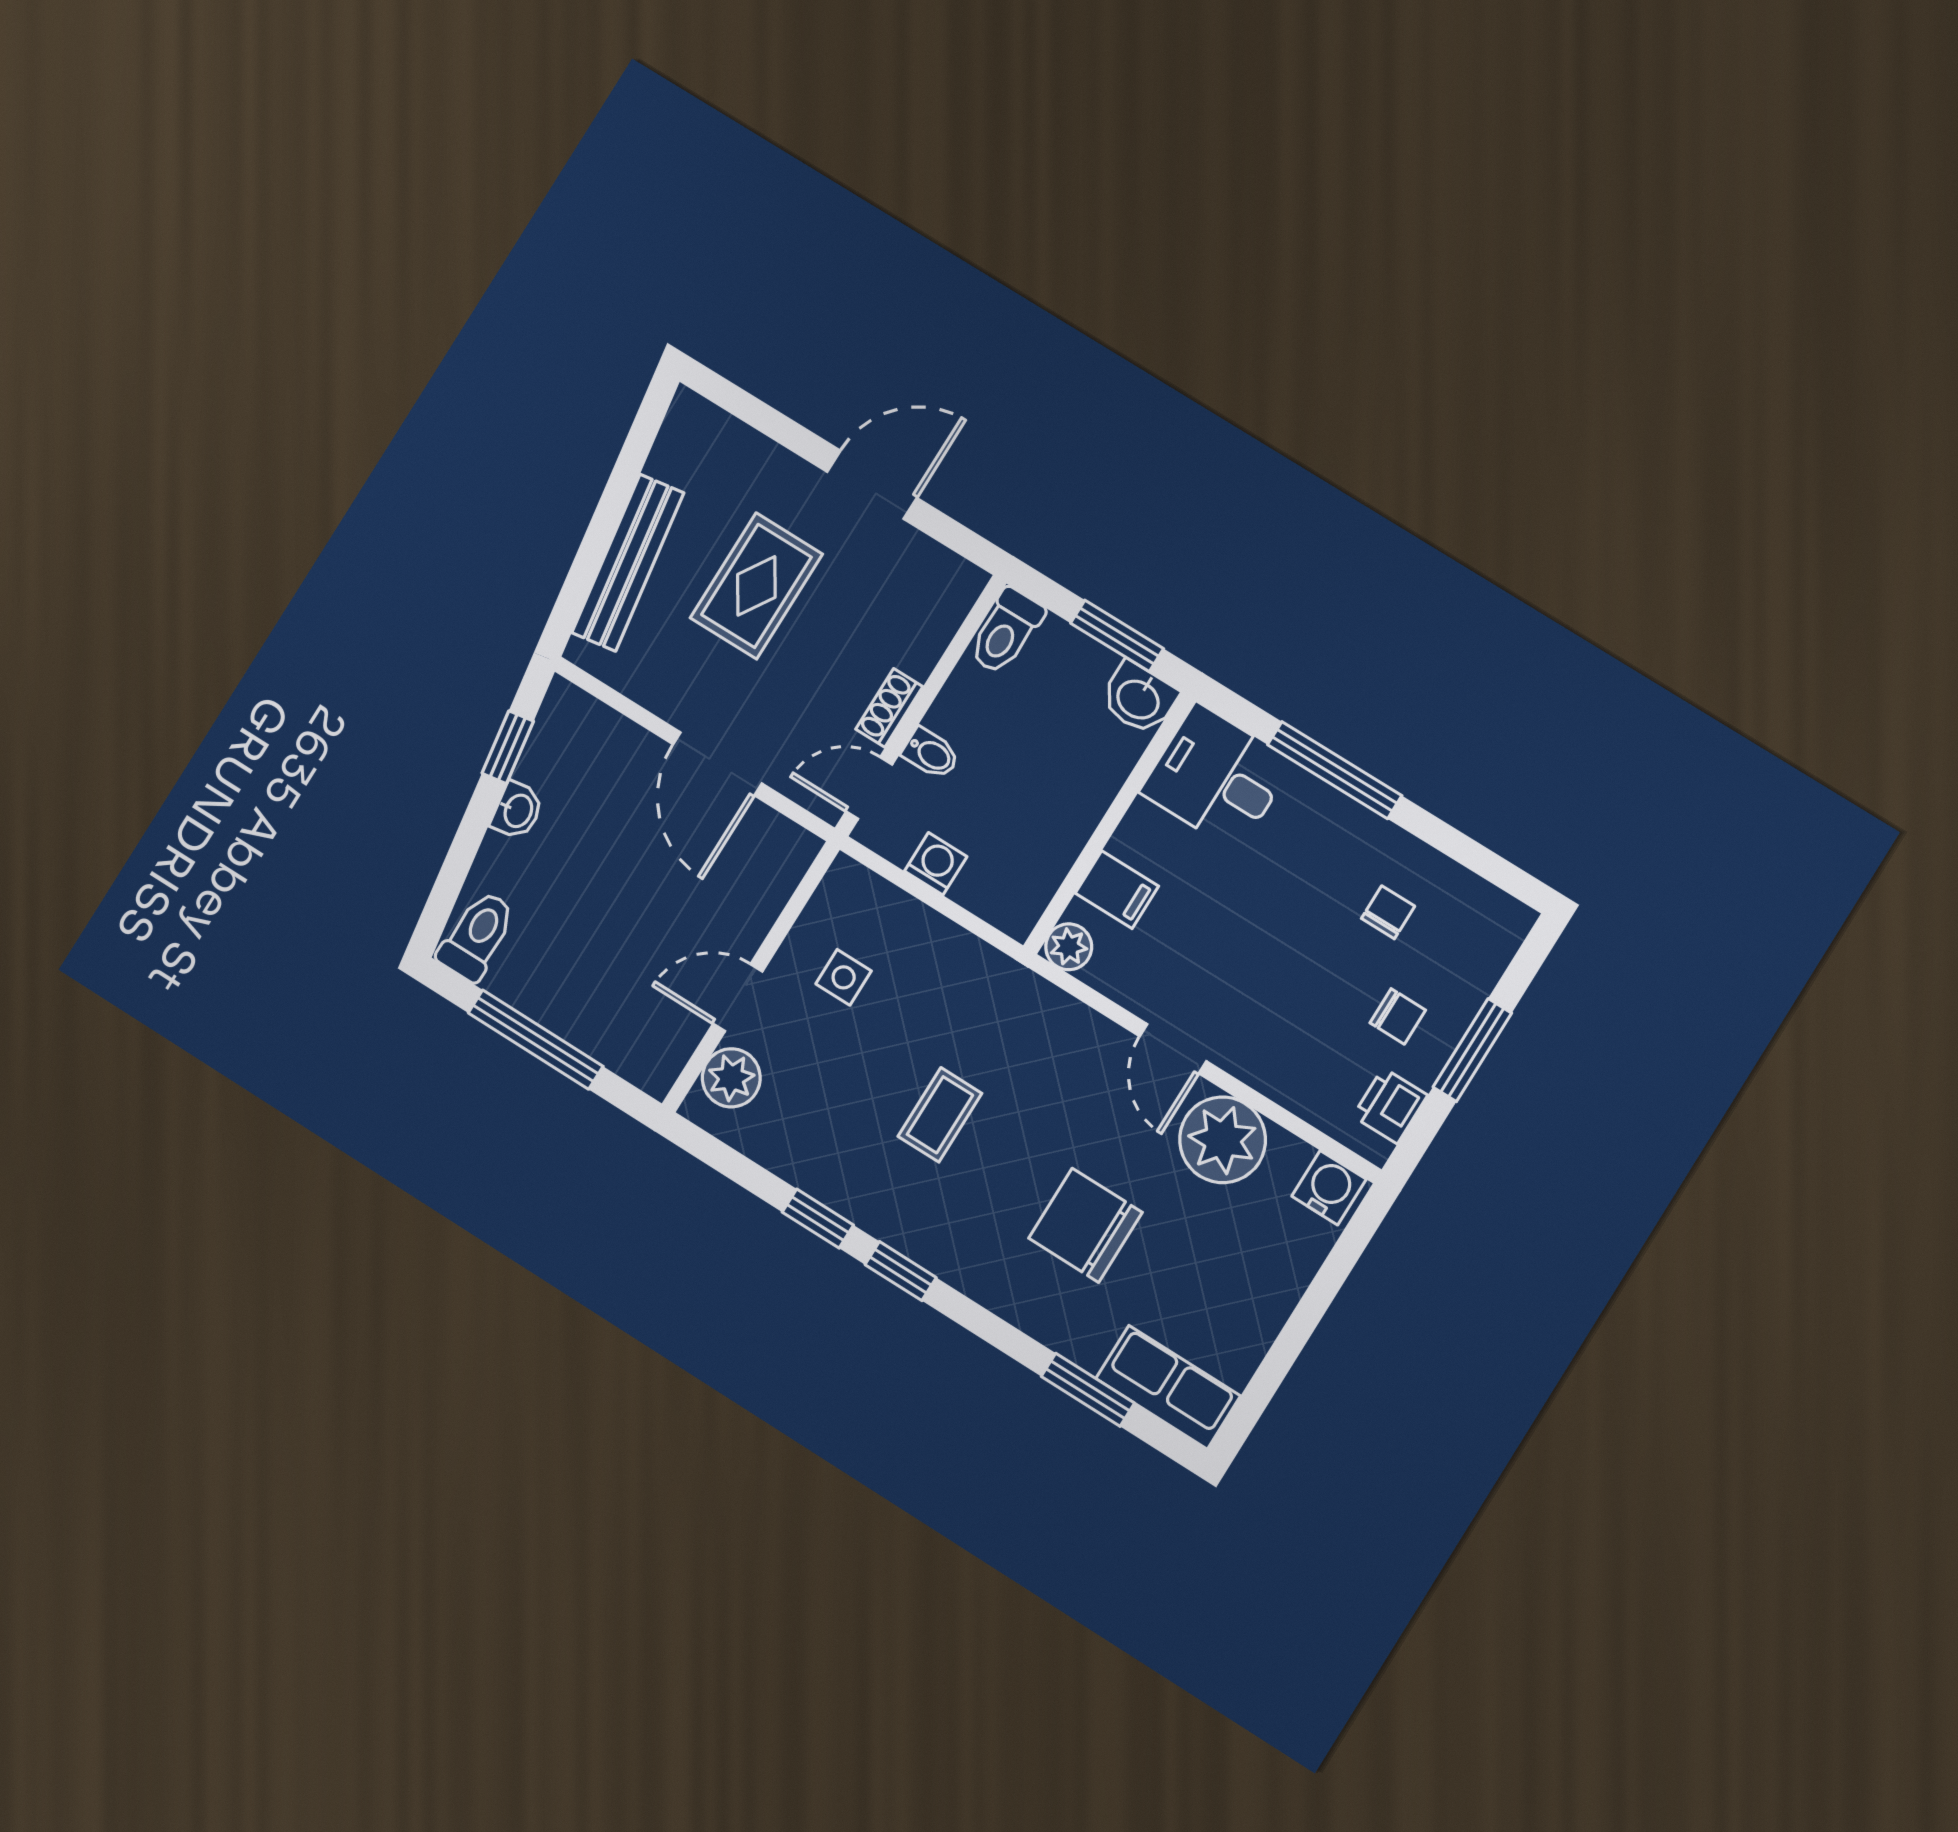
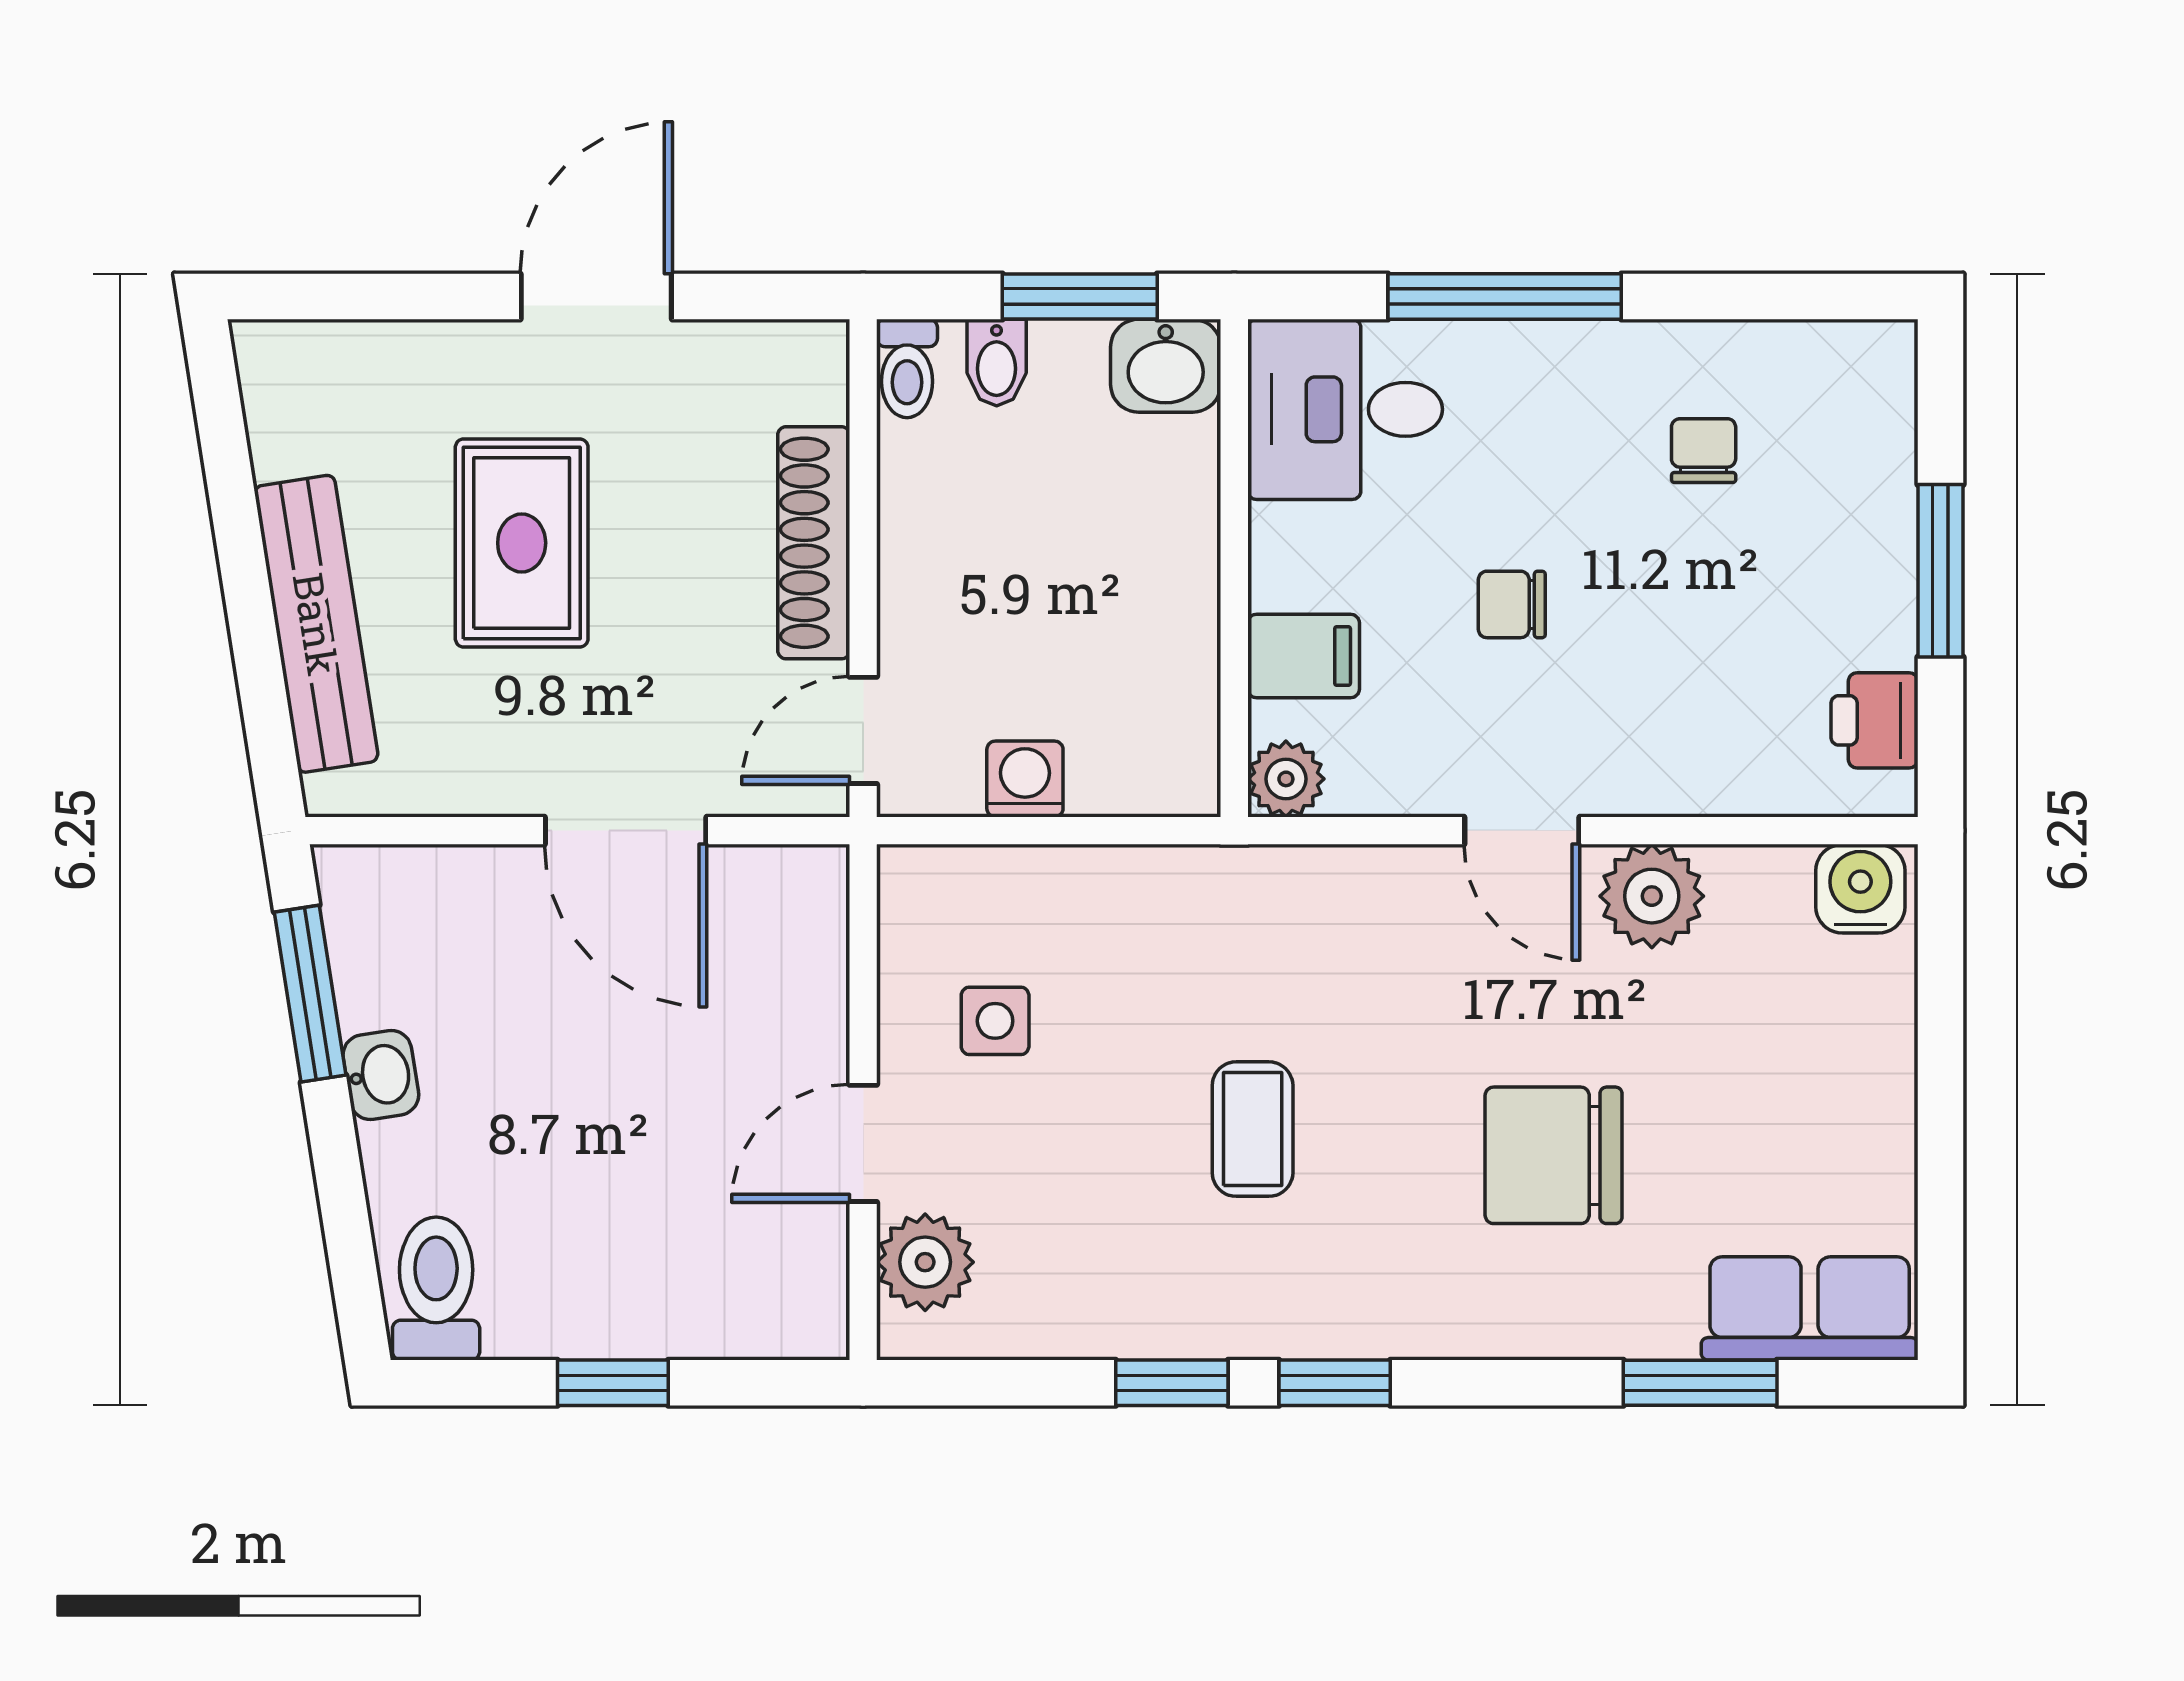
toilet: (1006, 631) -> (907, 368), width x0.73, depth x0.72
shoe rack: (889, 708) -> (814, 543), width x1.94, depth x1.24
window: (508, 747) -> (310, 994), width x1.50
bidet: (931, 753) -> (997, 363), moved, turned 90
chair: (1398, 1016) -> (1512, 604), moved, turned 180
window: (536, 1040) -> (613, 1383), width x0.46
plant: (1223, 1140) -> (1652, 896), width x0.73, depth x0.73

